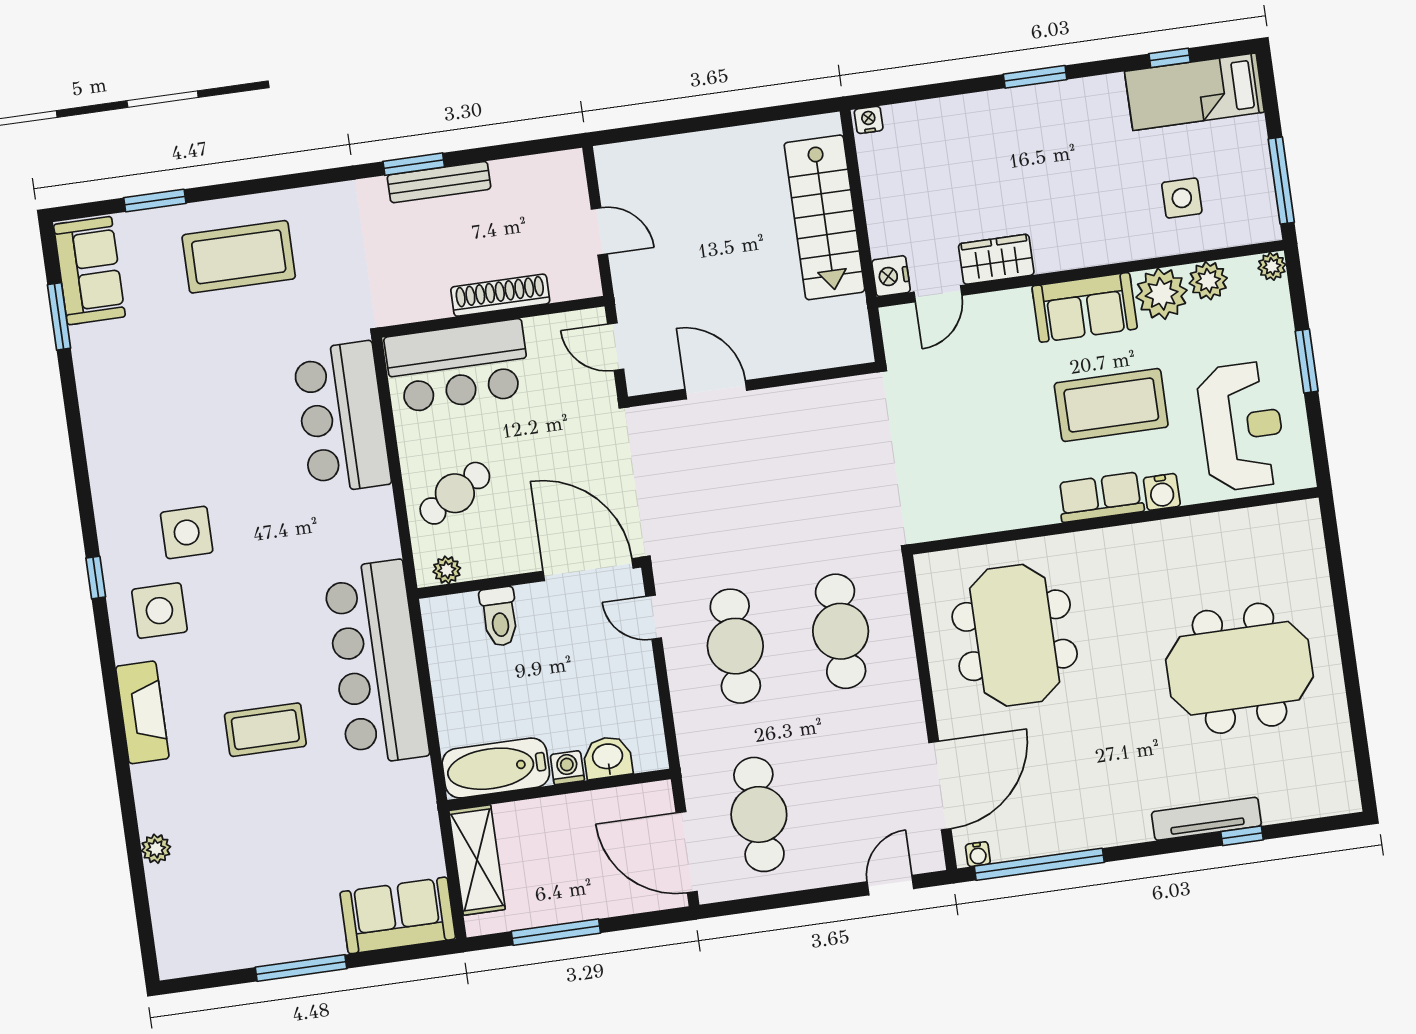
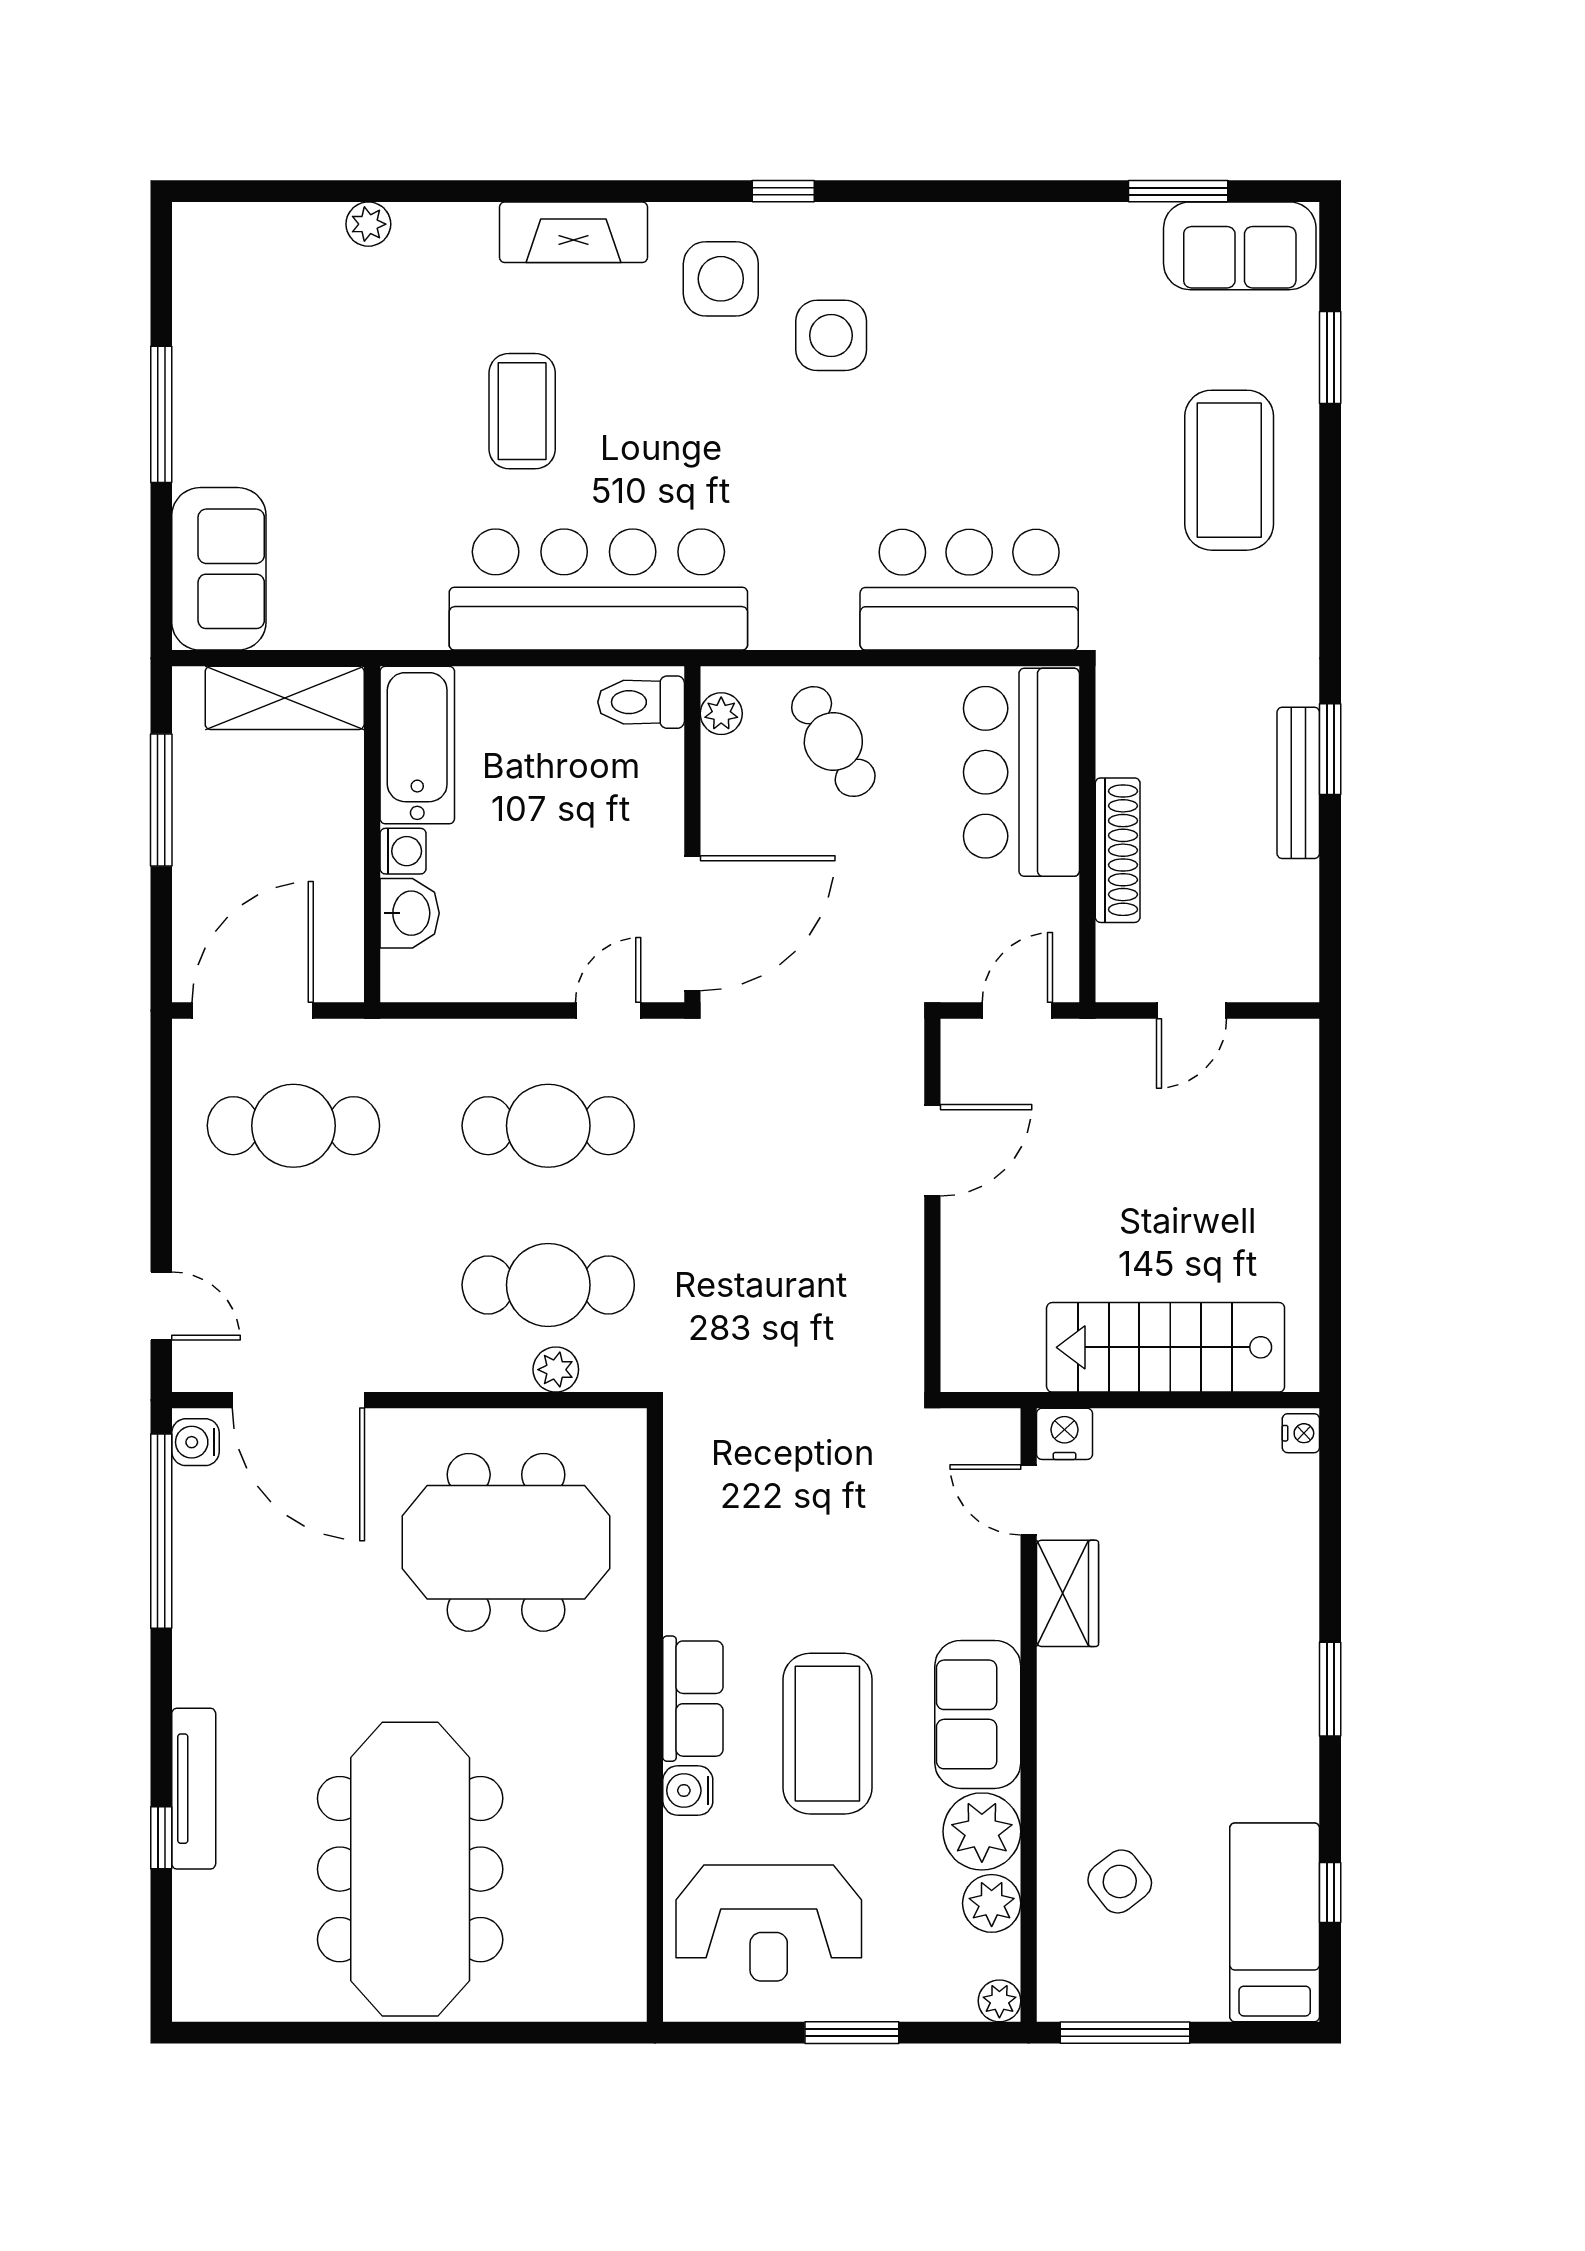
side table: (1182, 198) -> (1120, 1881), turned -38
toilet: (499, 617) -> (641, 702), moved
plant: (896, 618) -> (556, 1370), added
meeting table: (1240, 668) -> (410, 1869), width x1.36
water cooler: (978, 854) -> (195, 1442), width x1.38, depth x1.38

